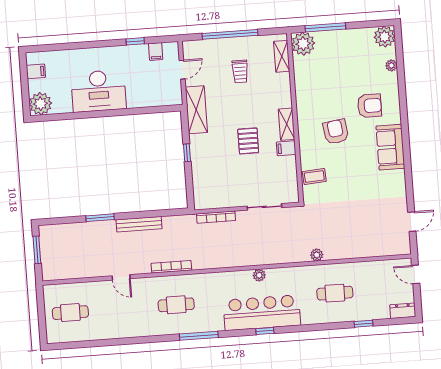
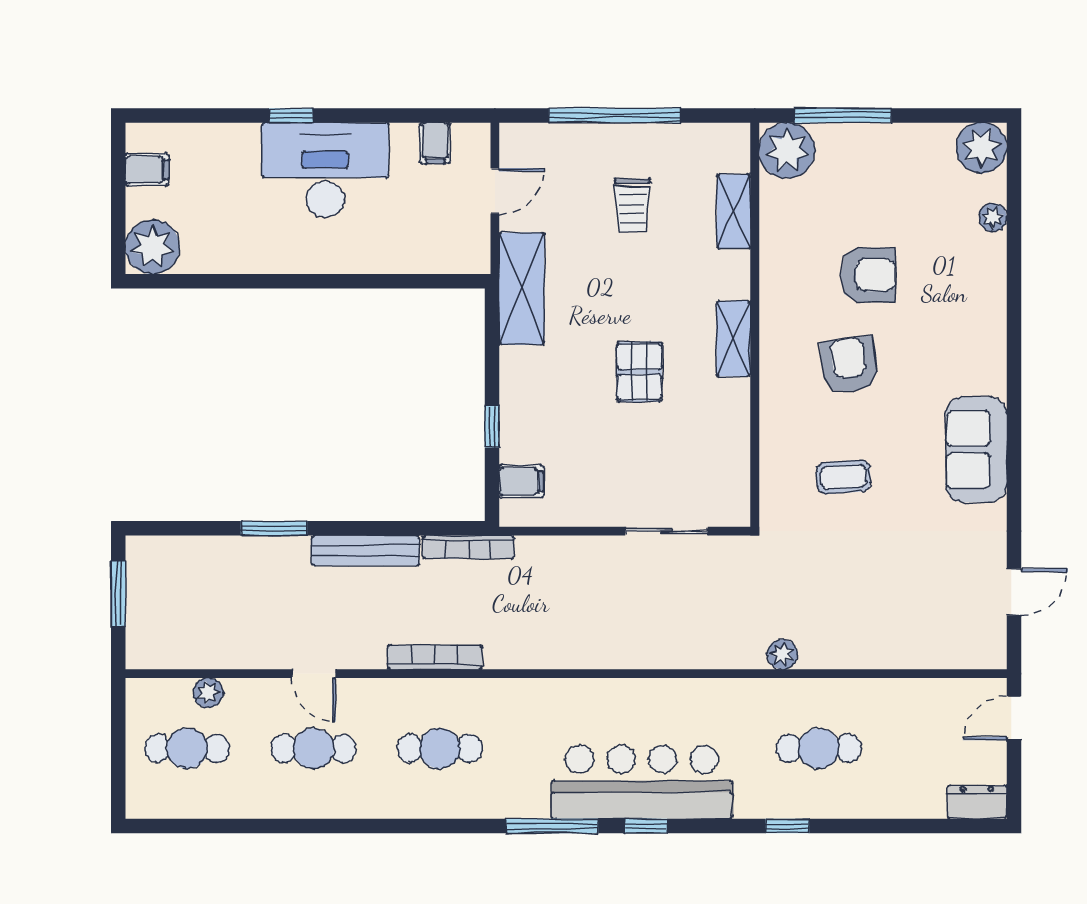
window: (135, 41) -> (291, 115), moved
shelving: (282, 56) -> (734, 212), moved
desk: (99, 91) -> (325, 170), moved, turned 180
armchair: (370, 106) -> (868, 275), moved
sofa: (390, 147) -> (976, 450), moved
filing cabinet: (286, 148) -> (521, 481), moved, turned 180
window: (187, 153) -> (492, 427), moved
coffee table: (314, 177) -> (844, 477), moved
bookcase: (216, 217) -> (468, 547), moved
door: (416, 274) -> (1014, 718), hinge flipped
plant: (259, 275) -> (208, 693), moved
cafe table: (123, 309) -> (313, 748), added
window: (363, 324) -> (787, 826), moved
window: (199, 336) -> (552, 826), moved

